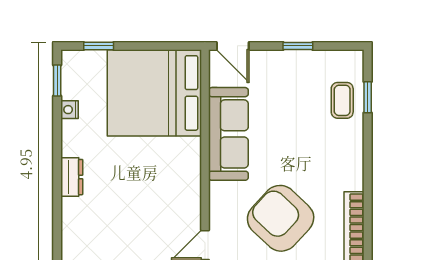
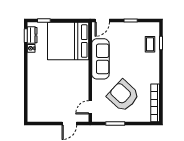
door: (233, 46) -> (102, 21), hinge flipped
dresser: (72, 177) -> (32, 35), moved

